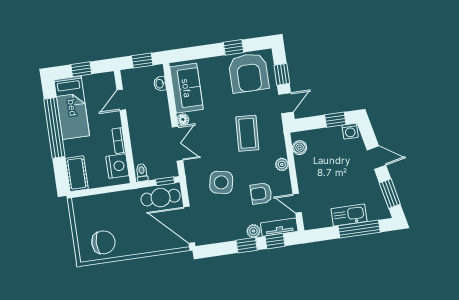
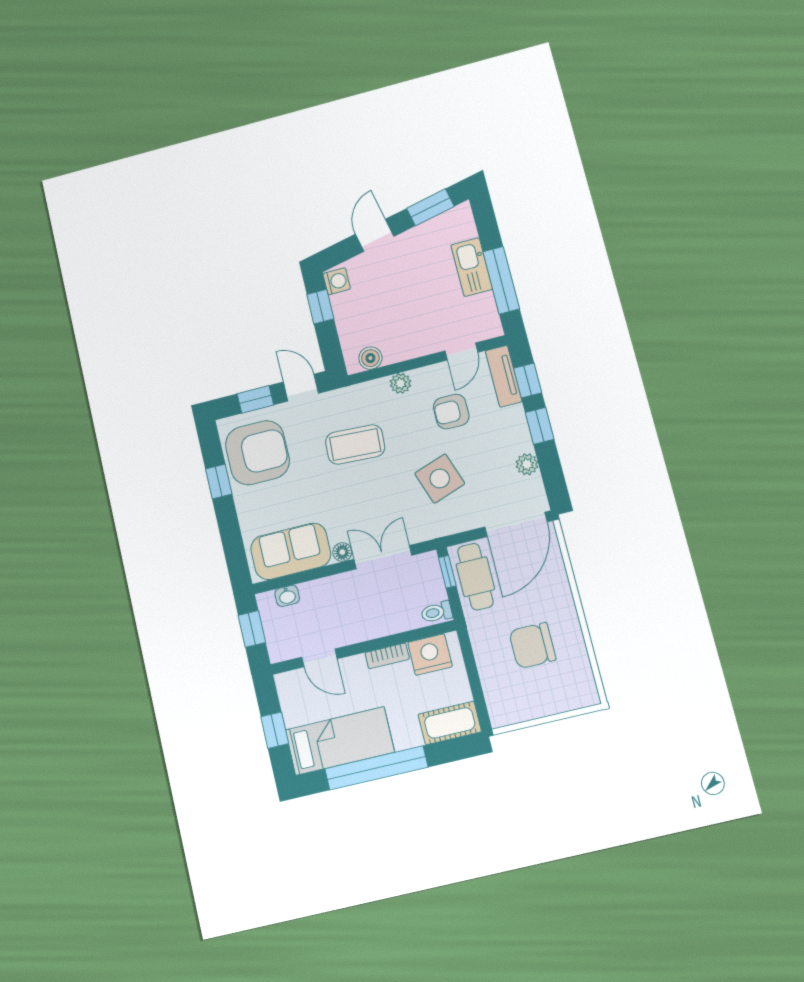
side table: (221, 182) -> (440, 478), turned -30
armchair: (261, 193) -> (451, 412), turned 90
window: (359, 229) -> (501, 280), moved
plant: (253, 231) -> (527, 464), moved
chair: (103, 242) -> (532, 645), moved, turned -90

